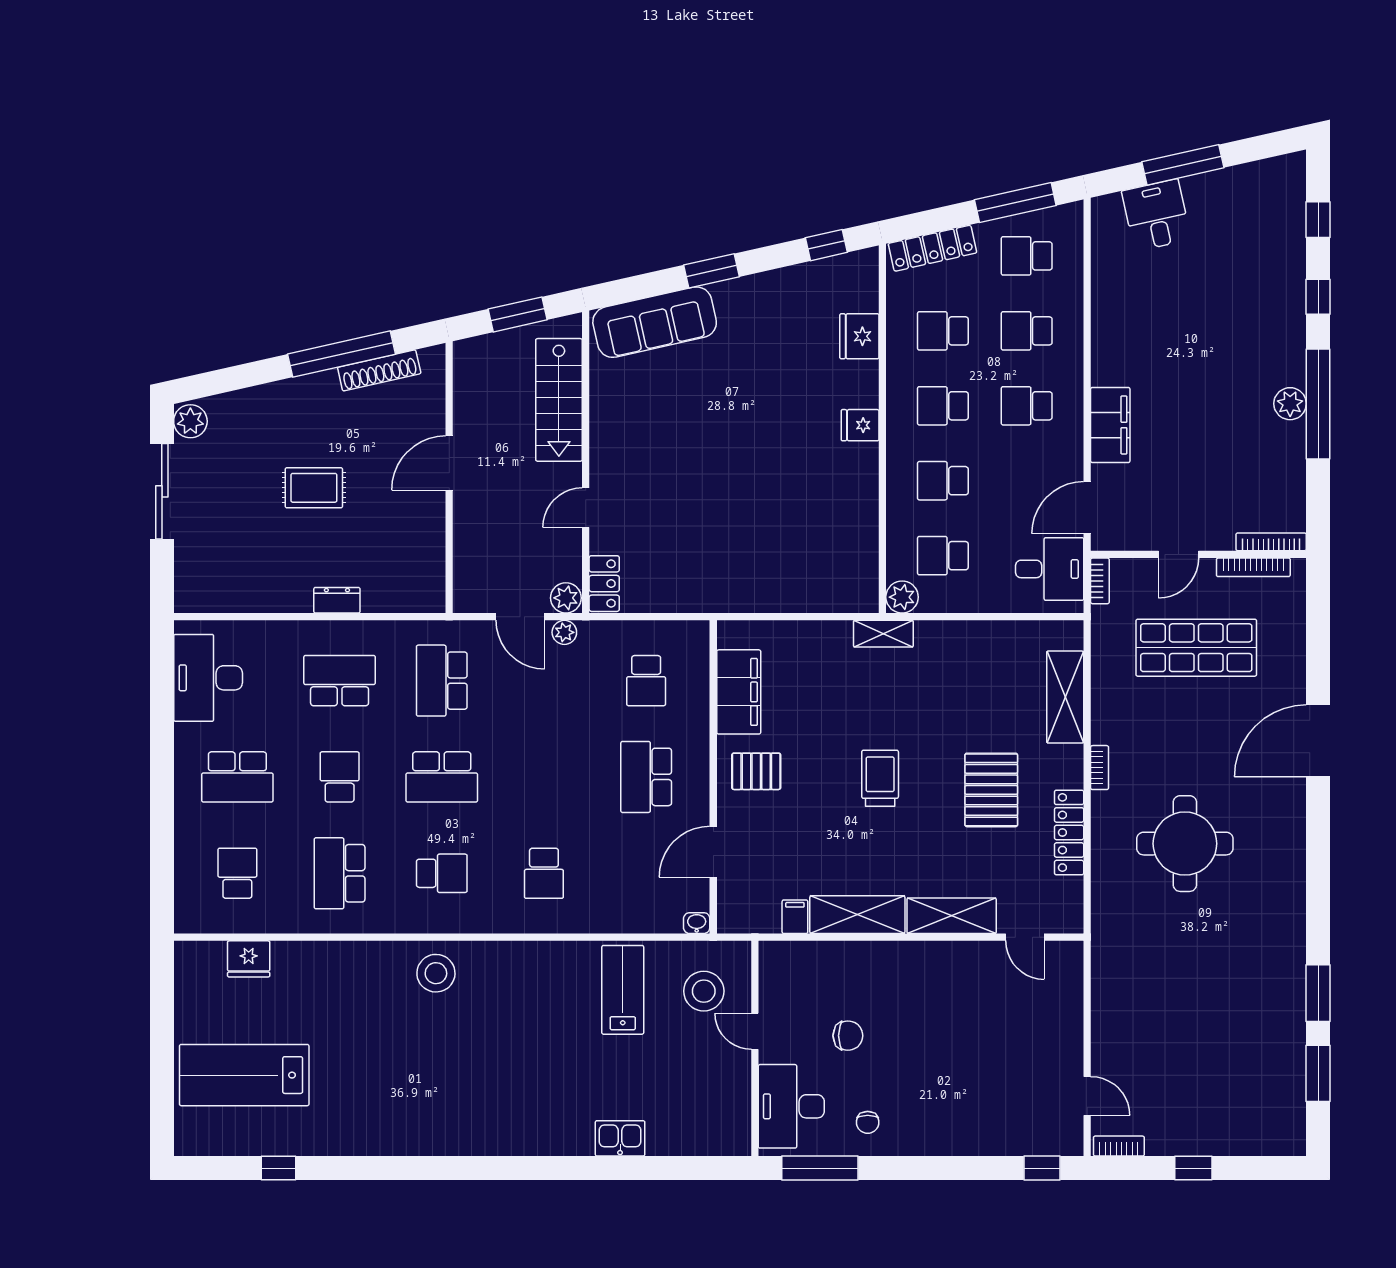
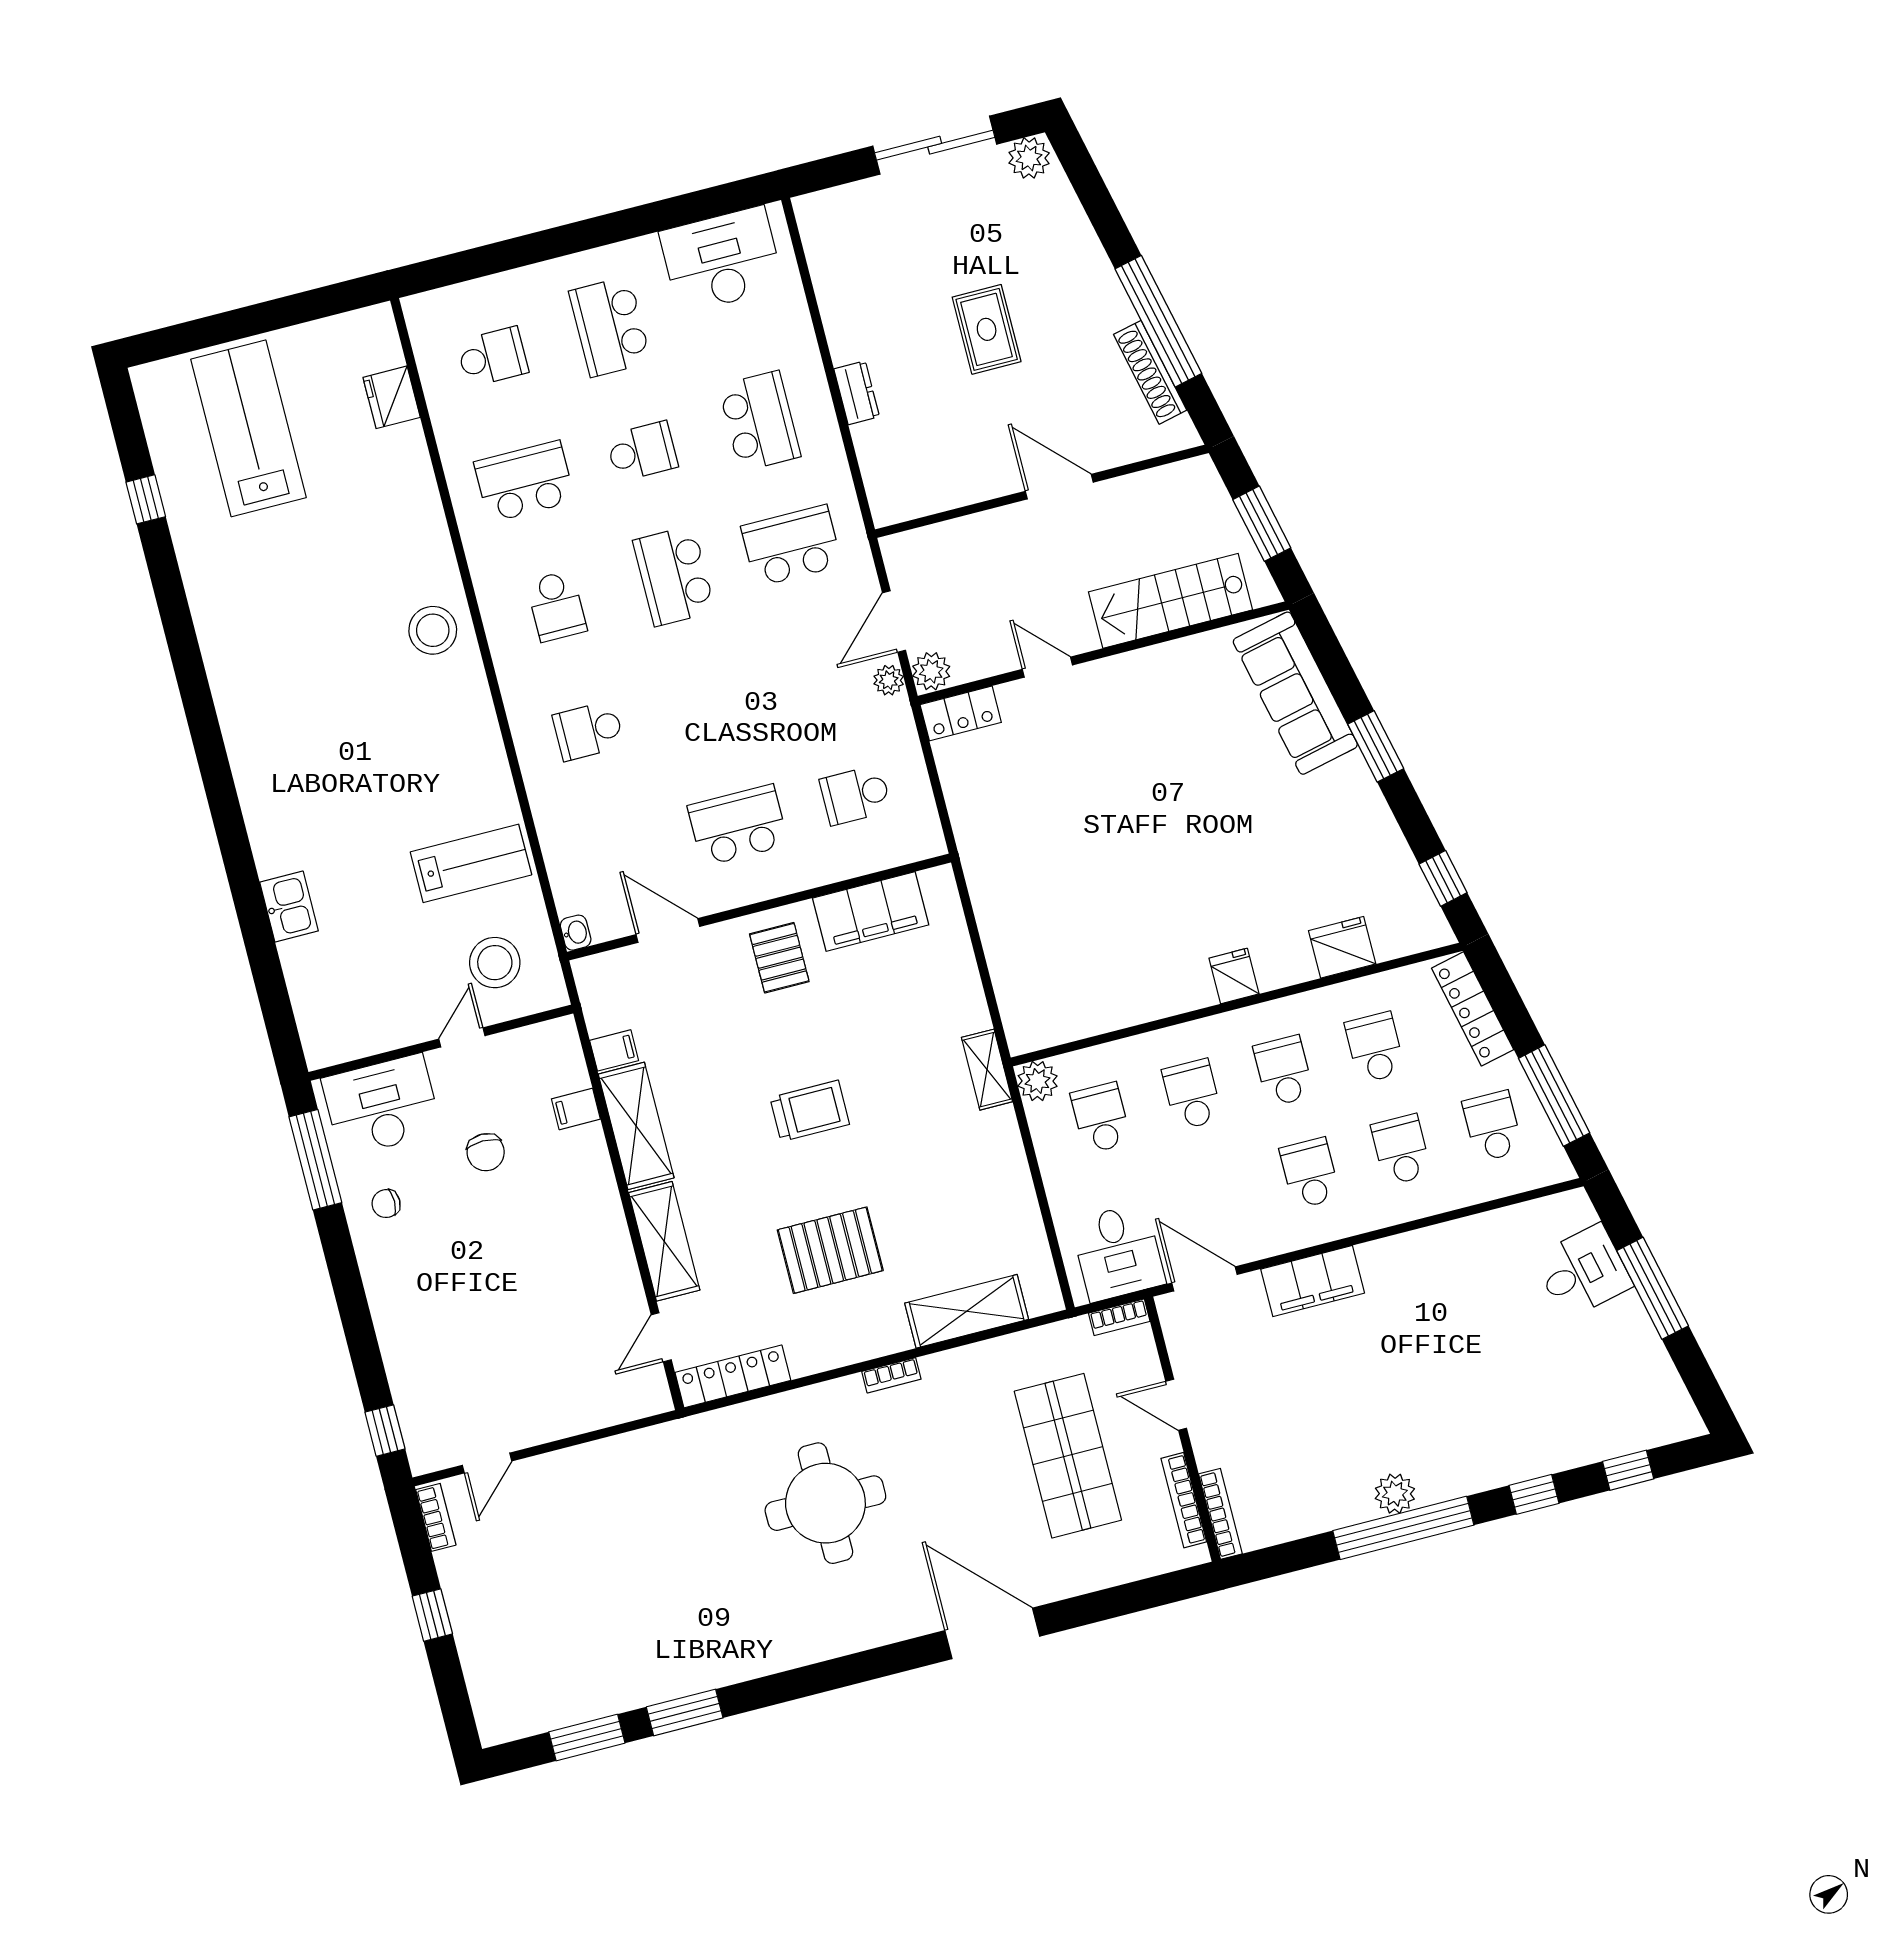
locker: (1069, 832) -> (733, 1376), moved
filing cabinet: (832, 958) -> (576, 1109), added

